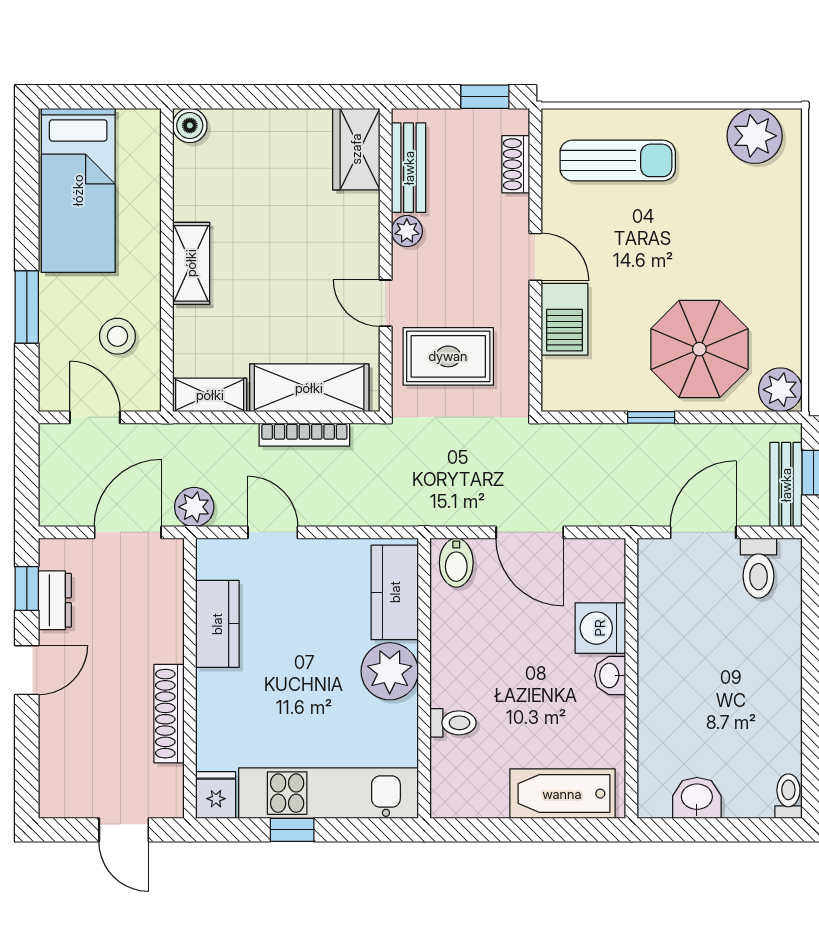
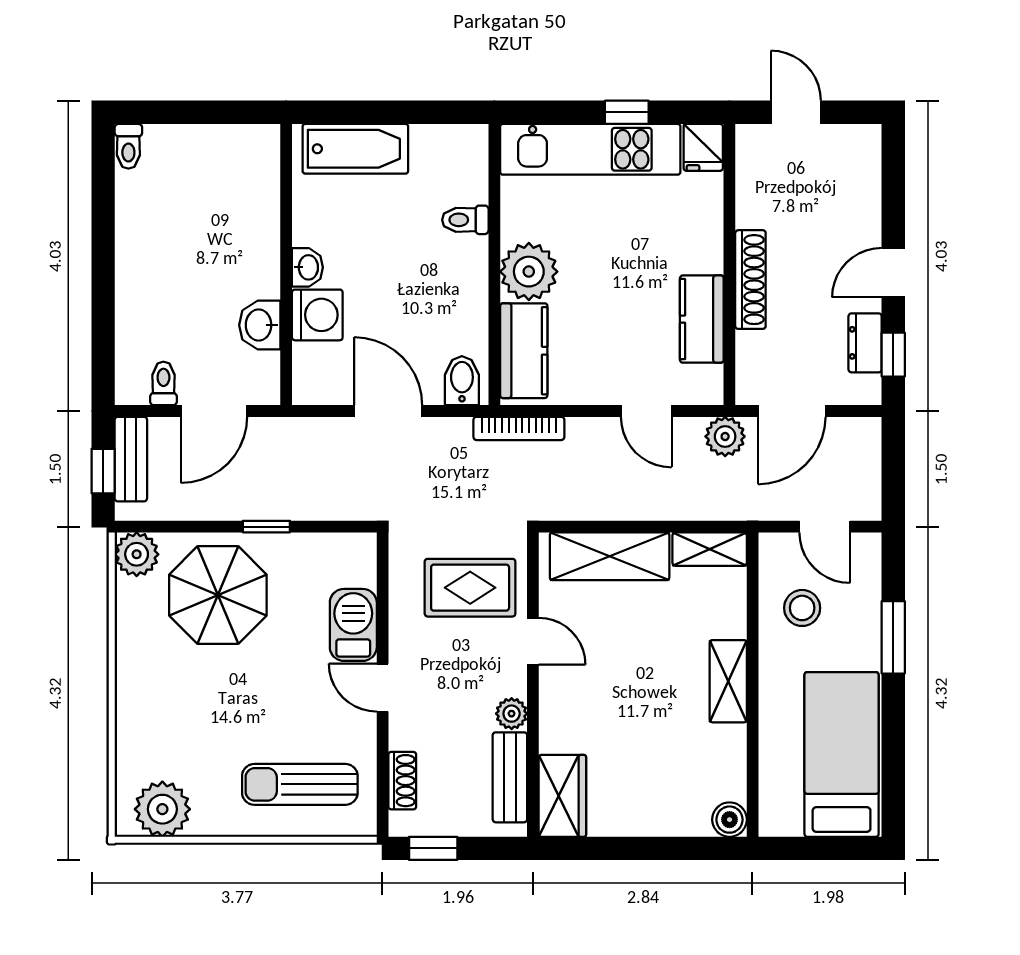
bookcase: (304, 435) -> (519, 428), moved, turned 180
toilet: (759, 568) -> (163, 383), width x0.73, depth x0.72
shoe rack: (169, 714) -> (750, 280), moved
washbasin: (697, 798) -> (260, 325), moved, turned 90

